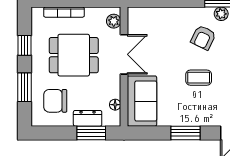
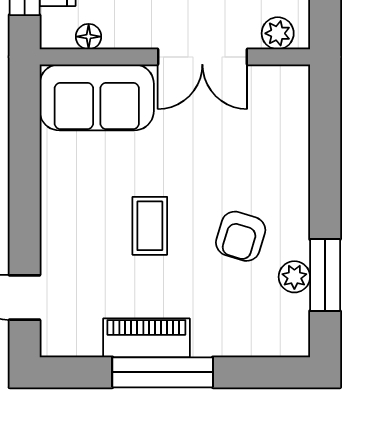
armchair: (203, 38) -> (241, 236), turned -99
window: (185, 133) -> (25, 196), removed

